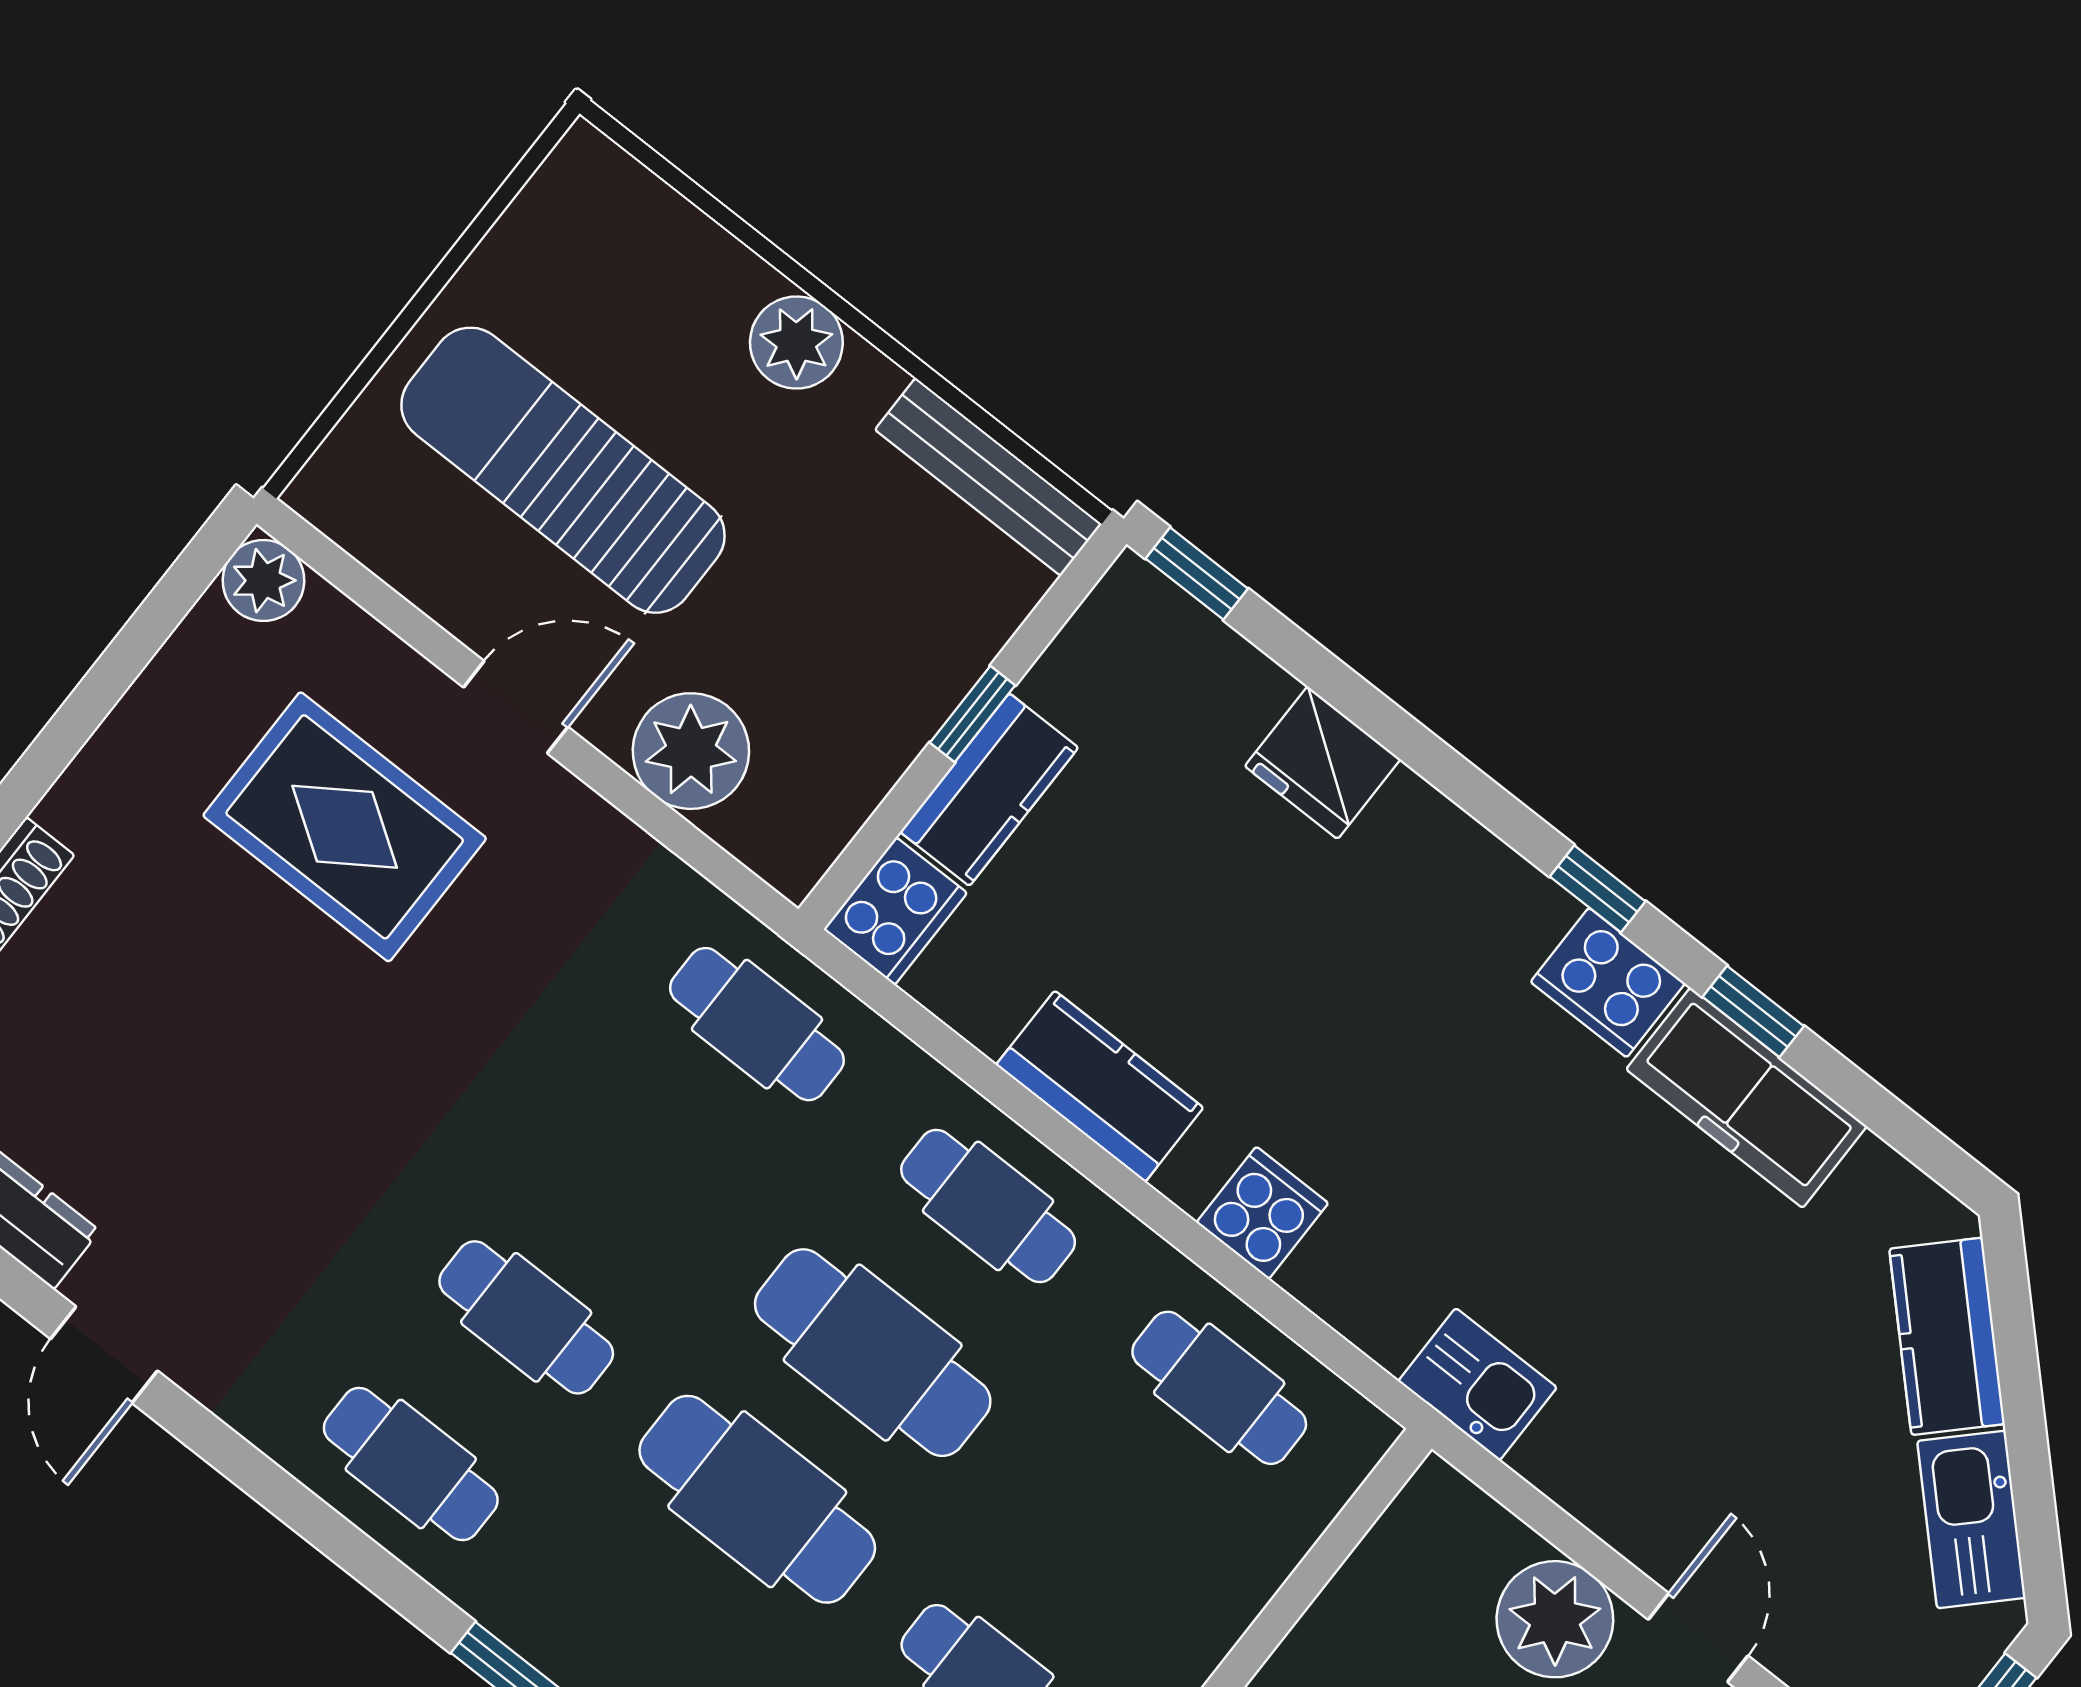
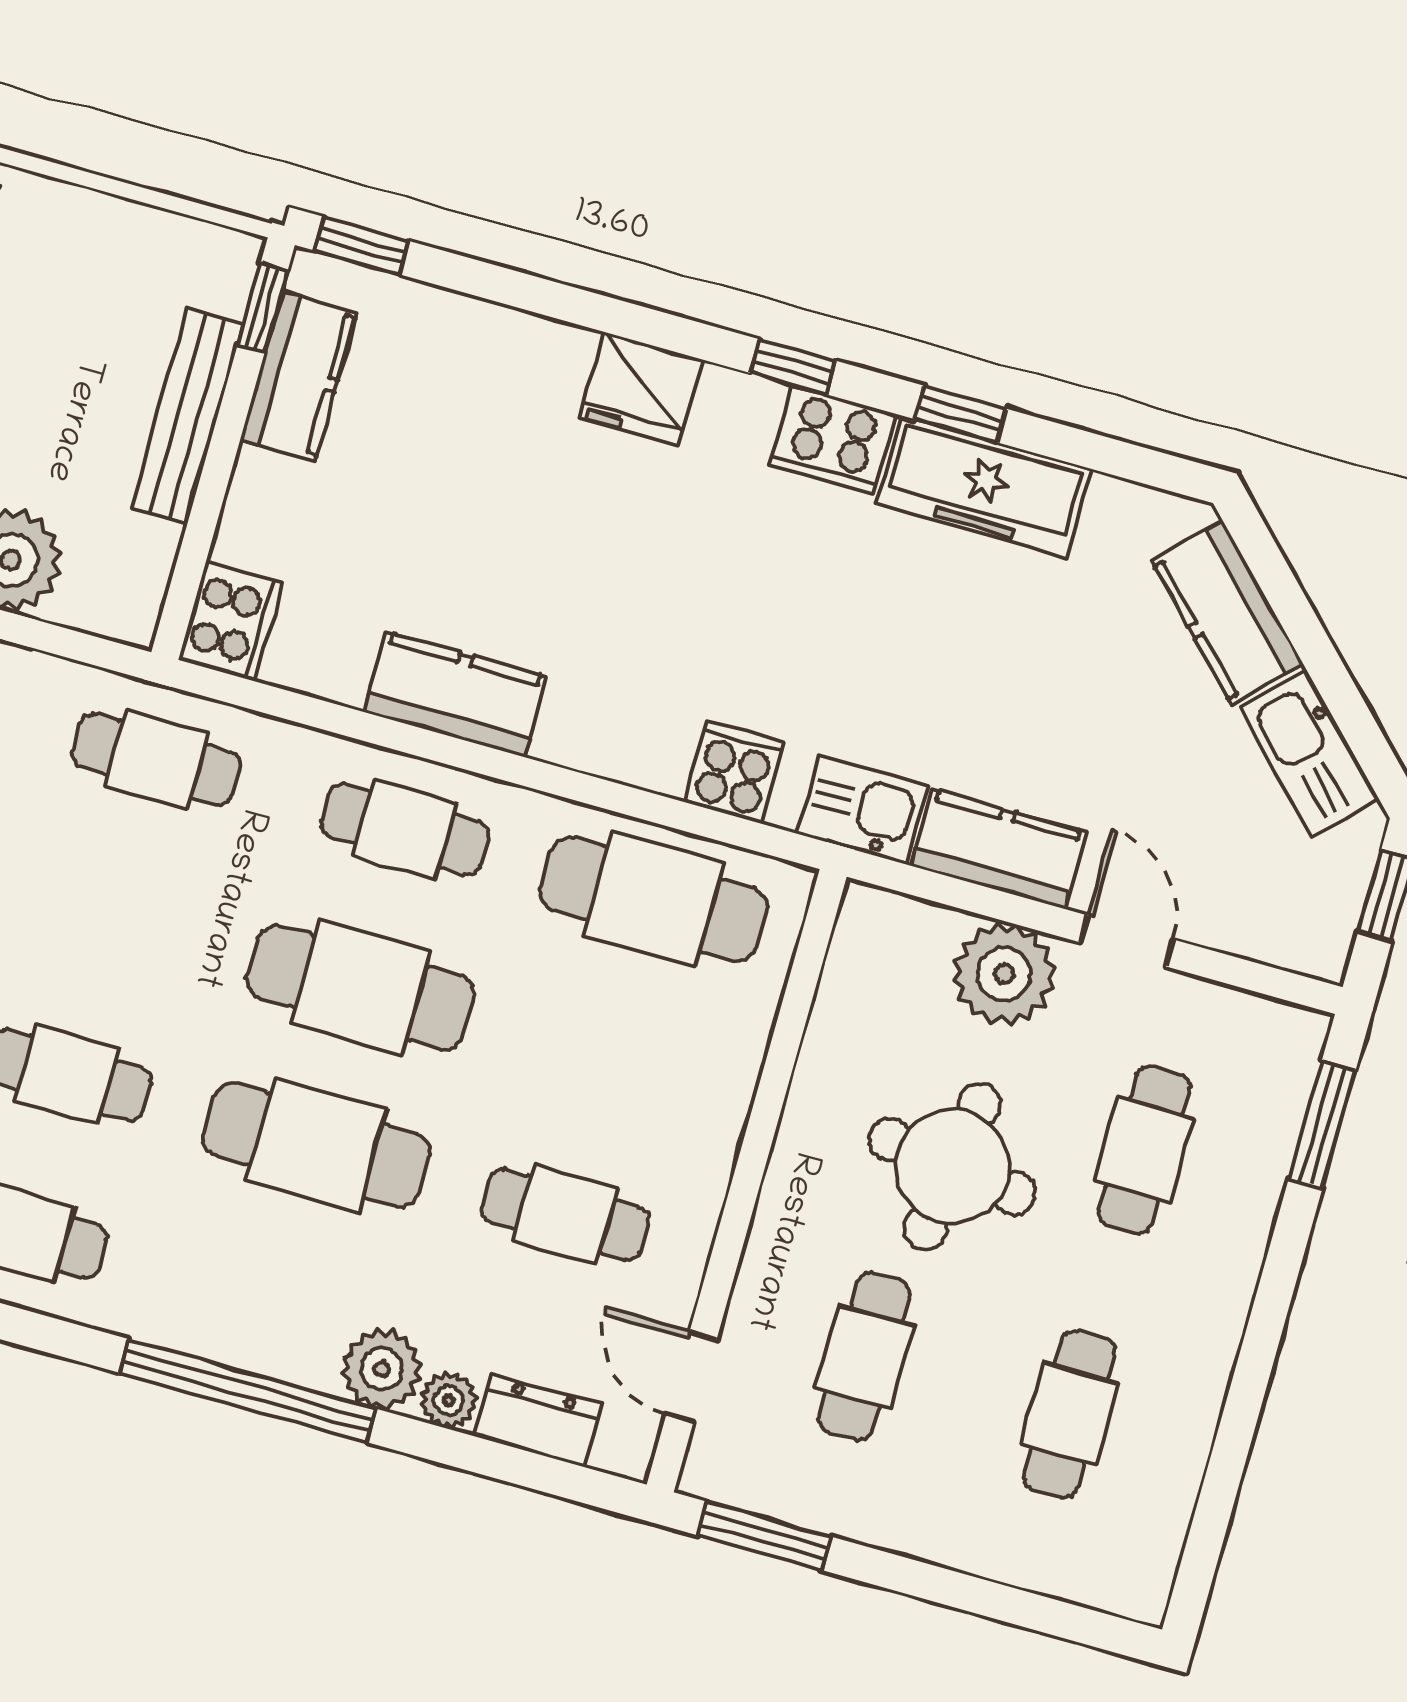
bench: (988, 477) -> (188, 416), moved, turned 90
window: (972, 714) -> (263, 308), moved
fridge: (1323, 763) -> (641, 389), moved
kitchen counter: (989, 790) -> (298, 376), moved
cooker: (1262, 1213) -> (734, 772), moved
cafe table: (1219, 1388) -> (654, 899), width x1.37, depth x1.35
kitchen counter: (1604, 1485) -> (999, 849), added

